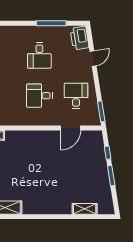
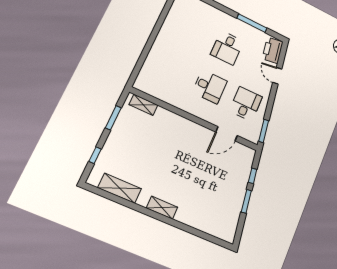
door: (93, 58) -> (277, 76), swing flipped
desk: (39, 96) -> (210, 87), turned 180
shelving: (85, 209) -> (162, 208), moved

